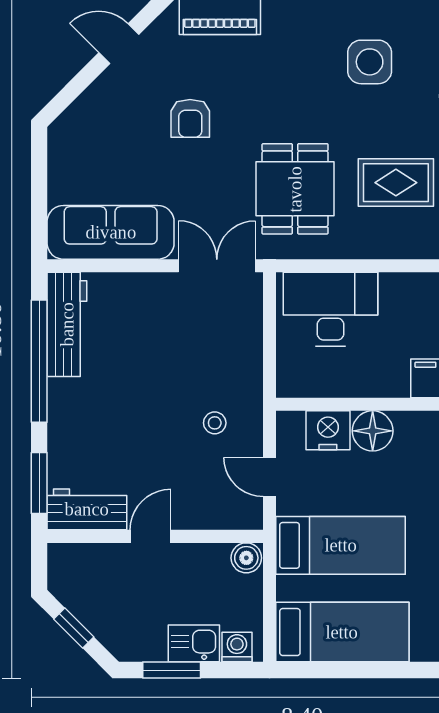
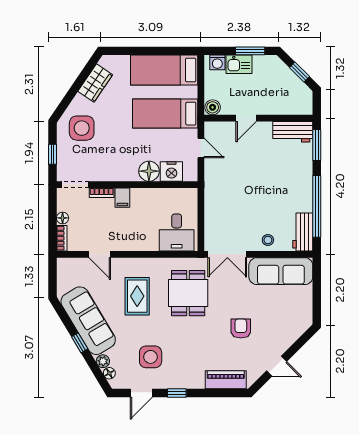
rug: (396, 183) -> (137, 296), turned 90
desk: (330, 309) -> (177, 232), width x0.73
workbench: (67, 324) -> (303, 232), width x0.73
stool: (215, 423) -> (268, 240), moved
door: (150, 536) -> (246, 118), moved

